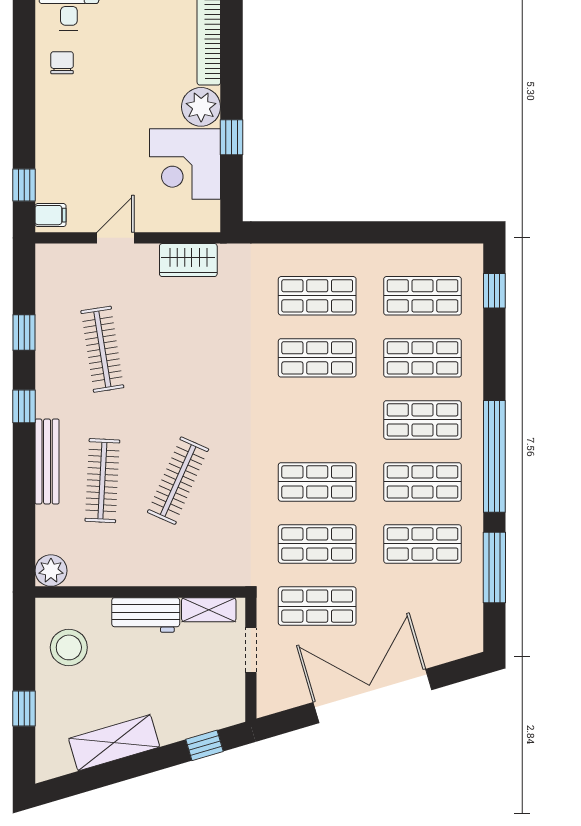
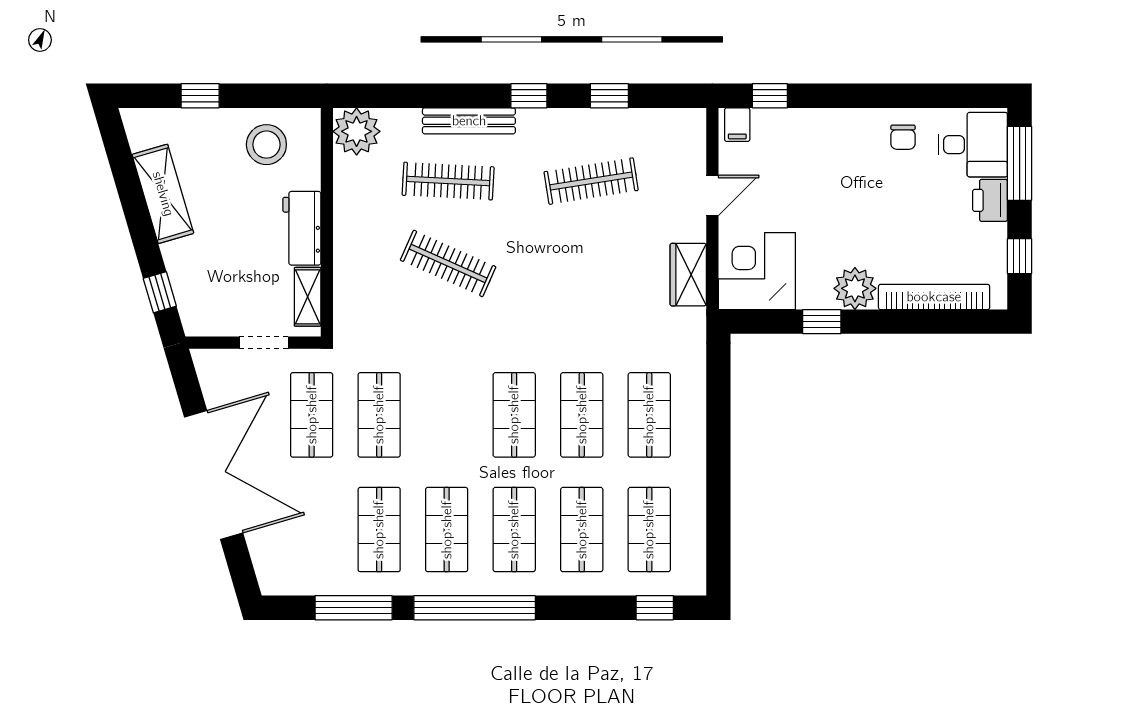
chair: (62, 63) -> (903, 137), turned 90
corner desk: (185, 164) -> (757, 271), moved
door: (116, 238) -> (712, 195), hinge flipped
shop shelf: (317, 482) -> (514, 415), moved
plant: (51, 571) -> (357, 131), width x1.36, depth x1.36

